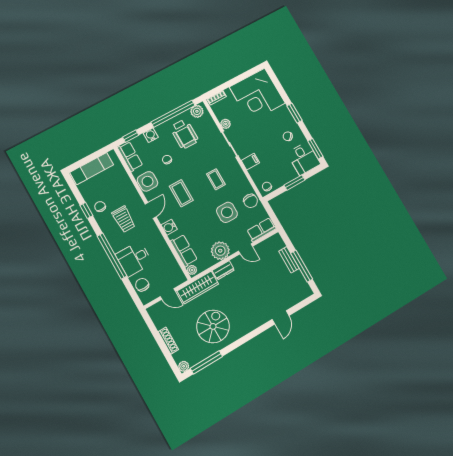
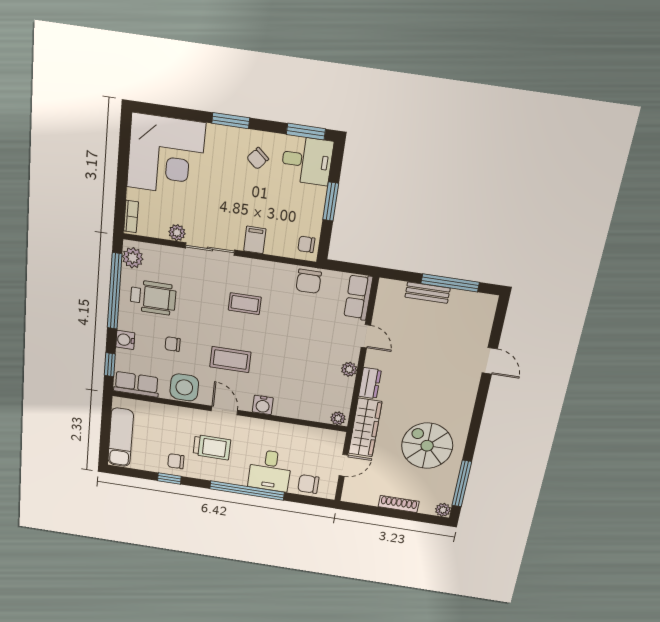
chair: (251, 201) -> (309, 281), turned 90
side table: (227, 212) -> (300, 323), removed
door: (245, 249) -> (366, 336), hinge flipped
row of seats: (184, 251) -> (306, 410), removed
plant: (220, 251) -> (349, 369), width x0.53, depth x0.53

